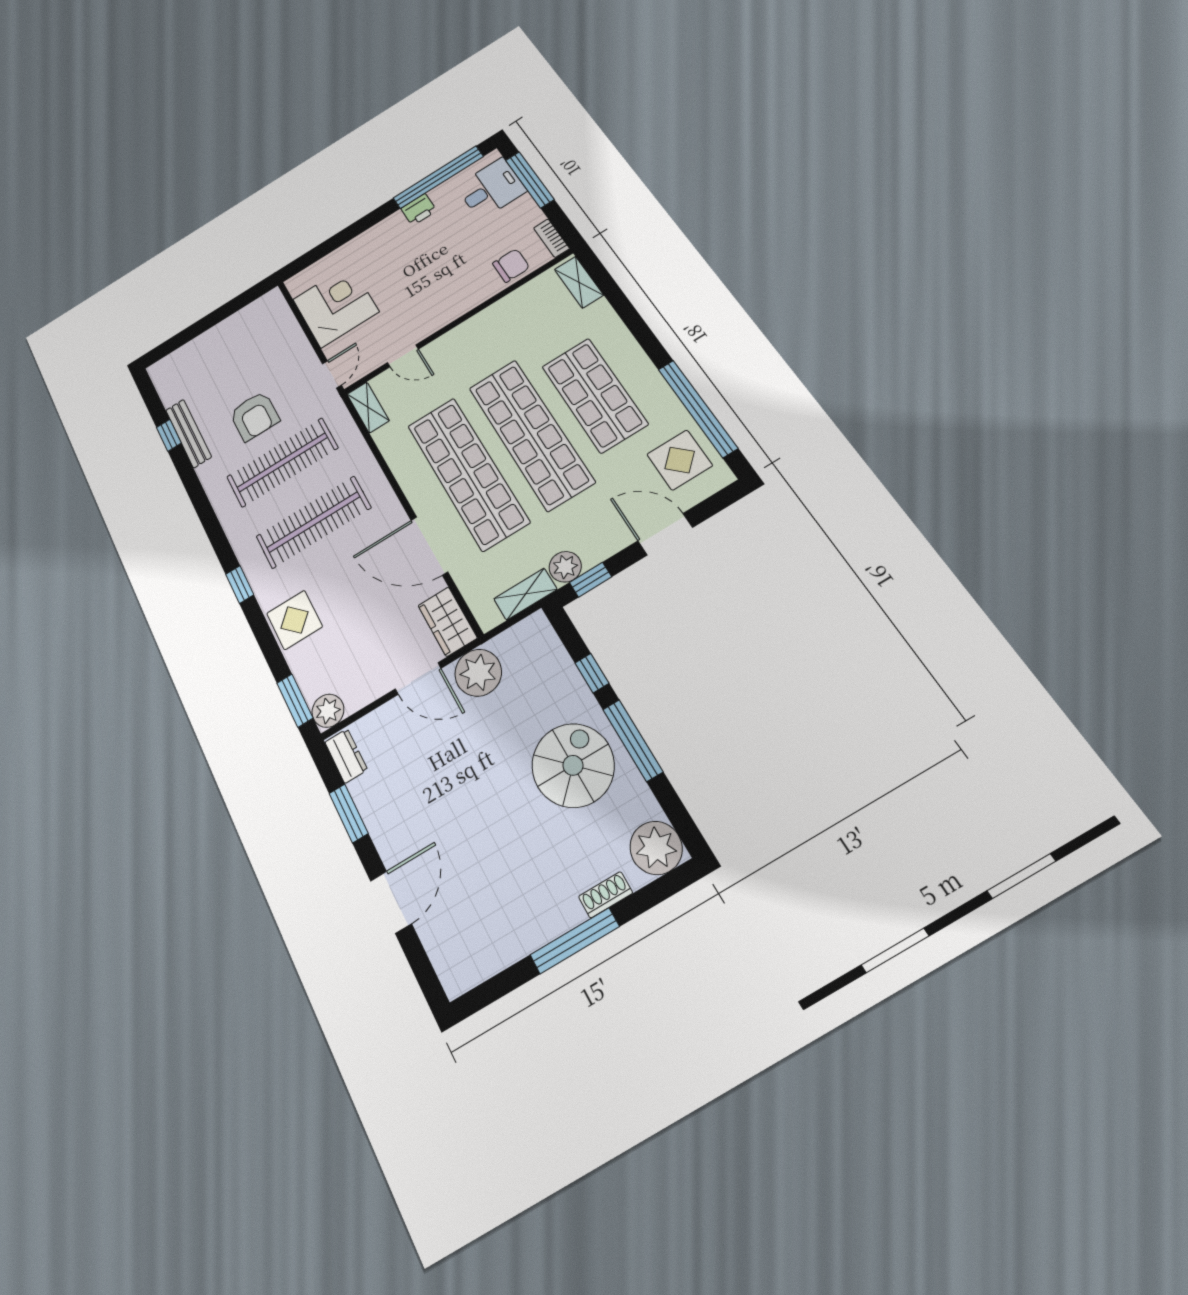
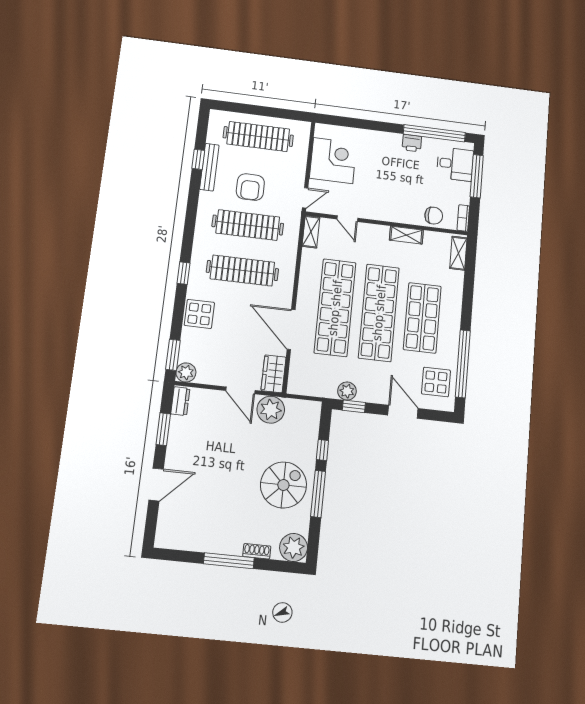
clothes rail: (225, 352) -> (258, 136), added
shelving: (525, 594) -> (406, 235), moved

